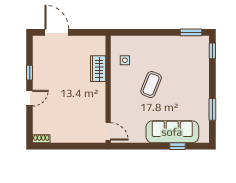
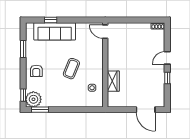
plant: (199, 46) -> (33, 99), added
armchair: (196, 82) -> (36, 71), added

